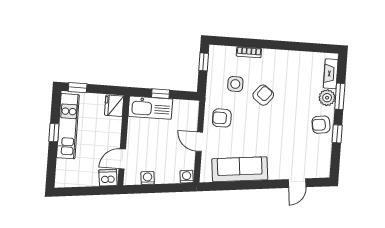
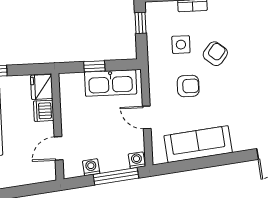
kitchen sink: (150, 108) -> (111, 83), moved
armchair: (222, 118) -> (188, 86), moved, turned 180
dishwasher: (108, 178) -> (44, 111), moved, turned -84
window: (168, 188) -> (116, 176), added

